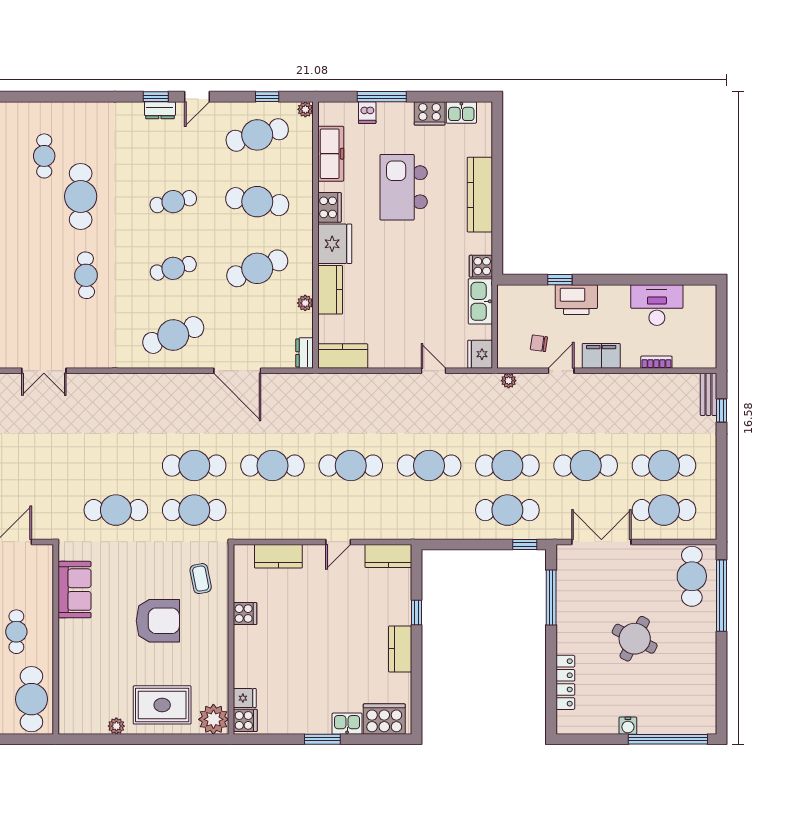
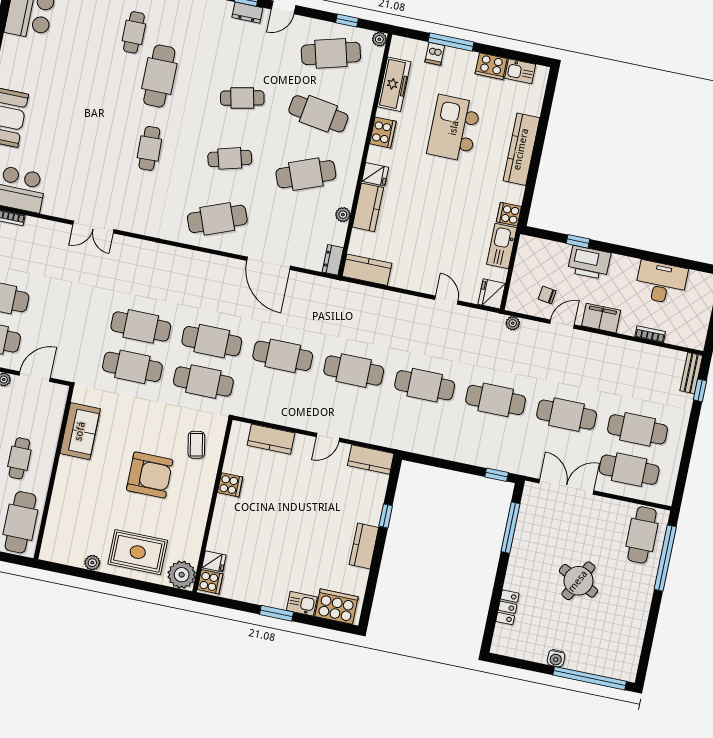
fridge: (335, 244) -> (375, 174), width x0.53, depth x0.75
cafe table: (507, 510) -> (141, 326), moved
locker: (565, 682) -> (507, 607), width x0.66

